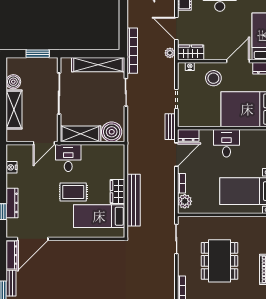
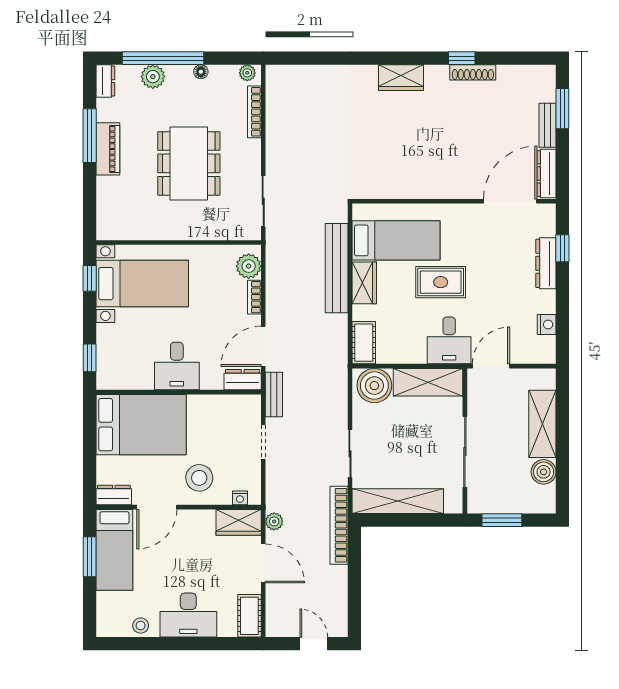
cot: (118, 157) -> (364, 343), added

